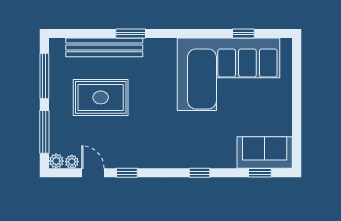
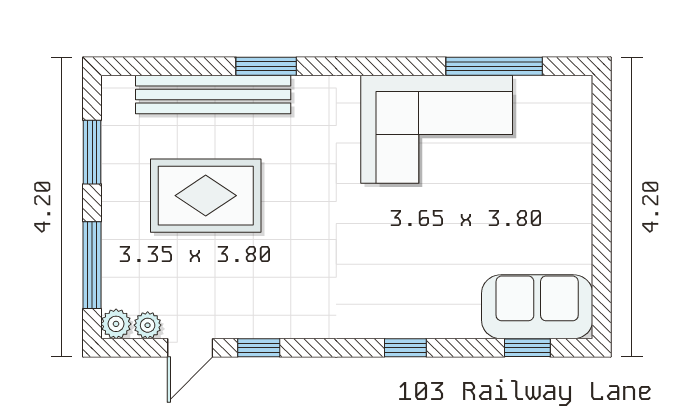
window: (243, 33) -> (494, 66), width x2.17
corner sofa: (229, 74) -> (437, 129), width x0.73, depth x0.74
window: (44, 76) -> (92, 152), width x0.69
door: (93, 173) -> (190, 348), swing flipped

